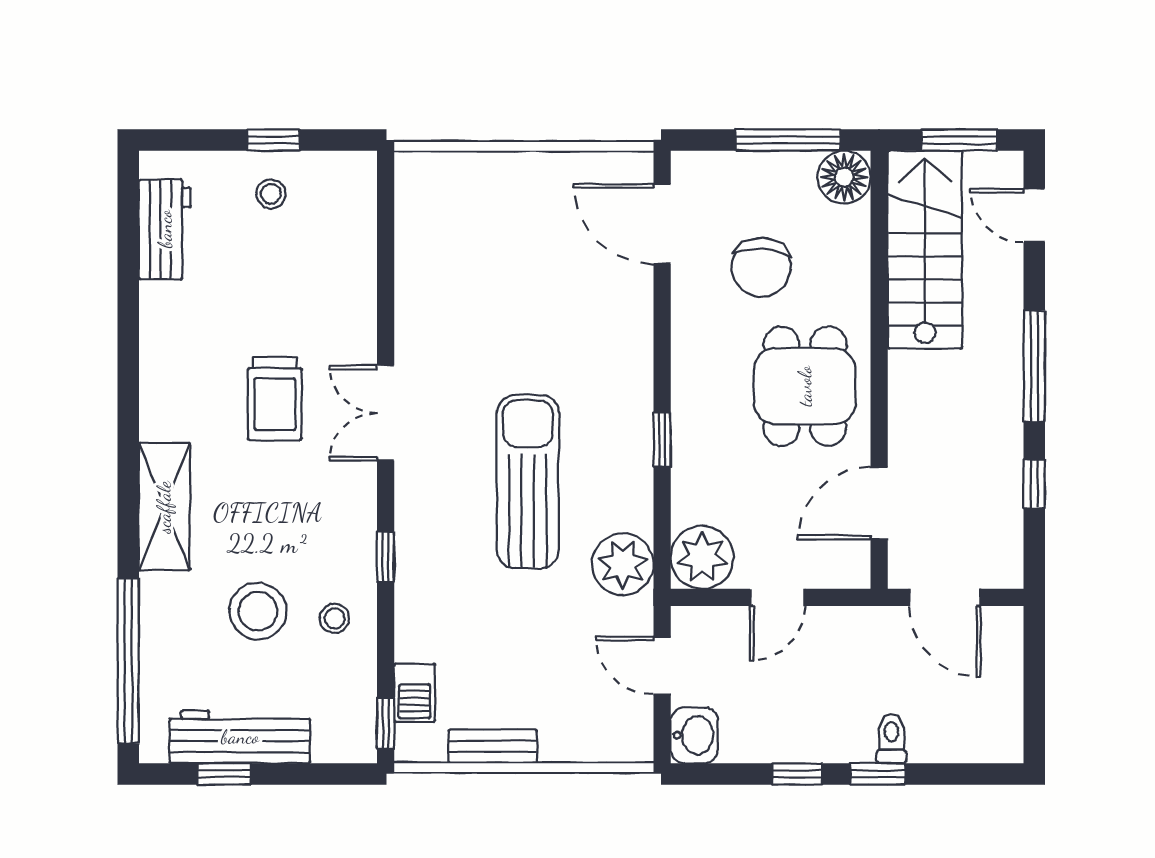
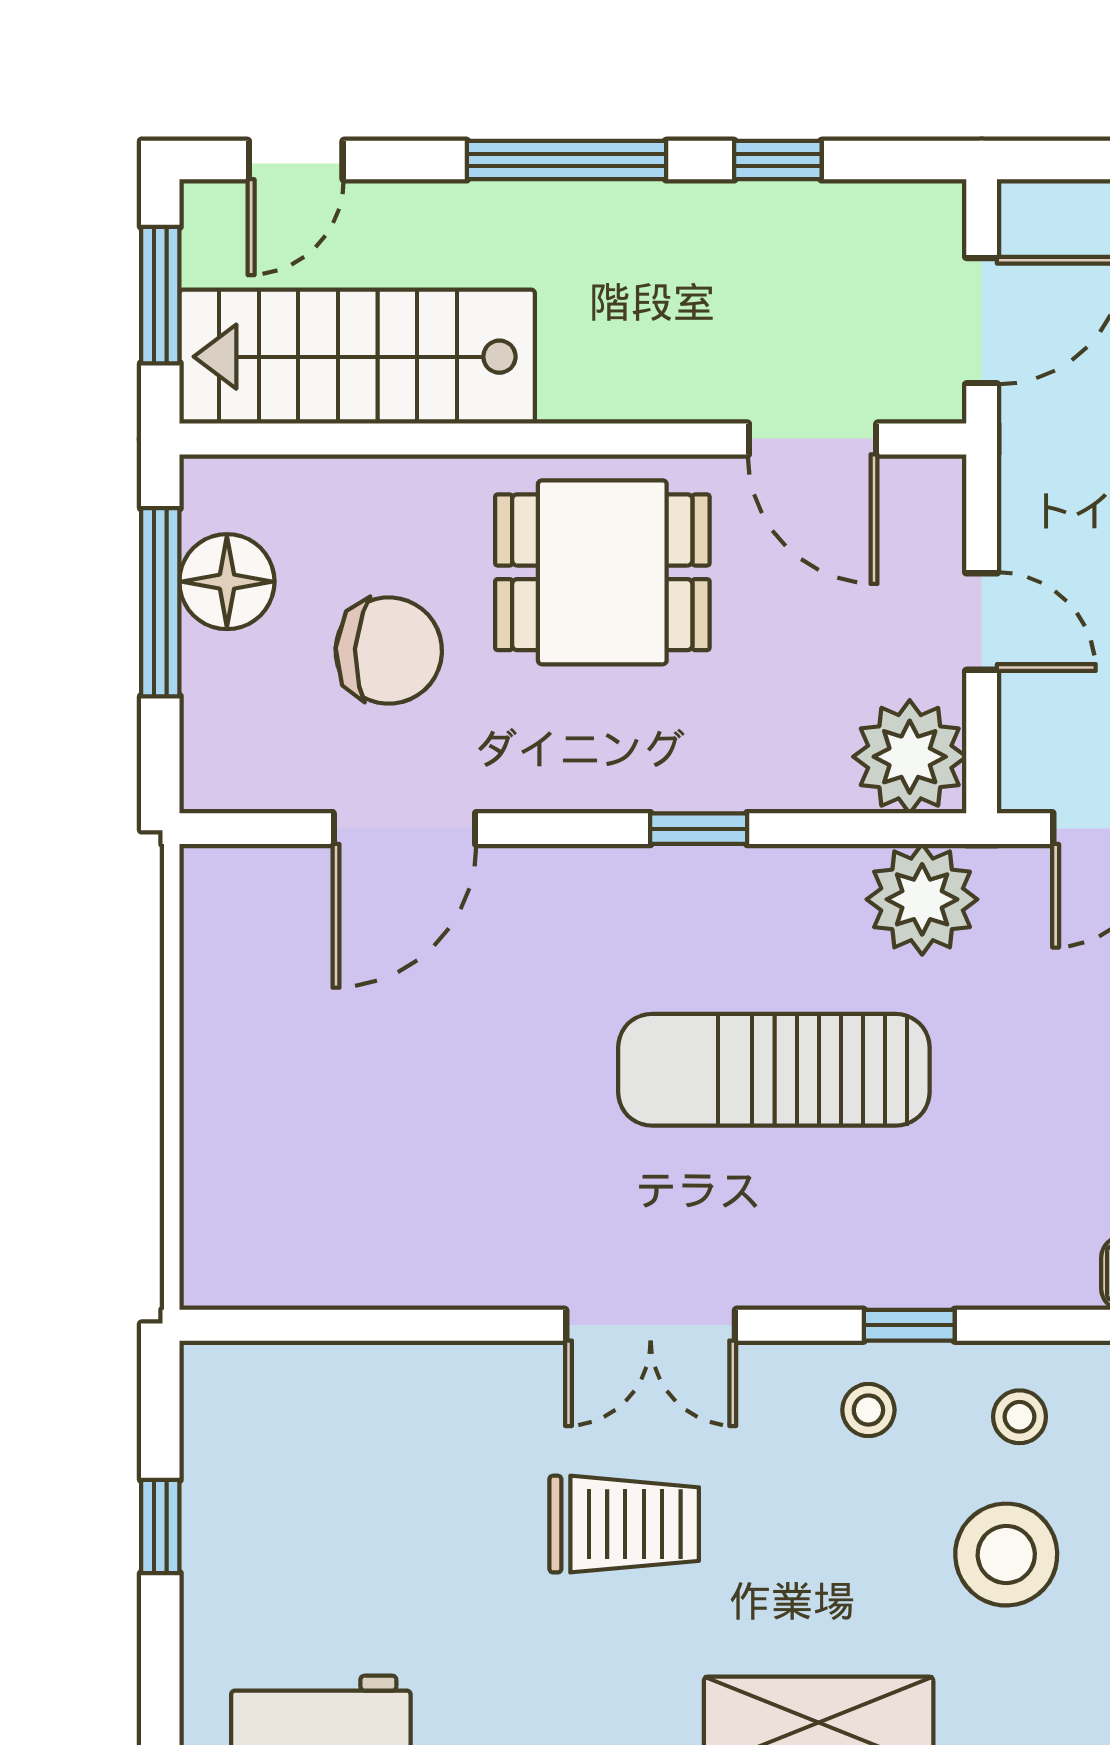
floor lamp: (844, 177) -> (227, 582), moved
stool: (271, 194) -> (868, 1410), moved
door: (662, 224) -> (404, 829), moved

